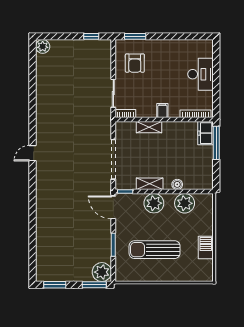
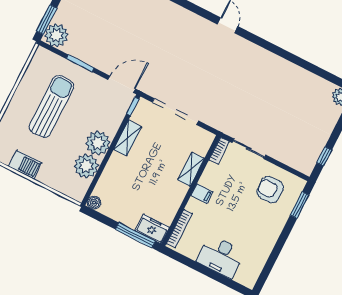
boiler: (177, 184) -> (94, 203), moved
plant: (154, 203) -> (98, 143), moved

